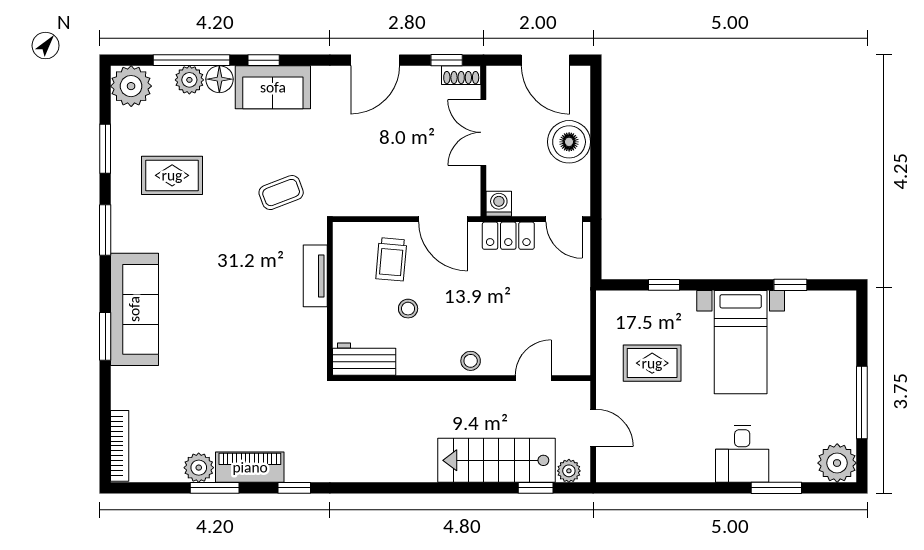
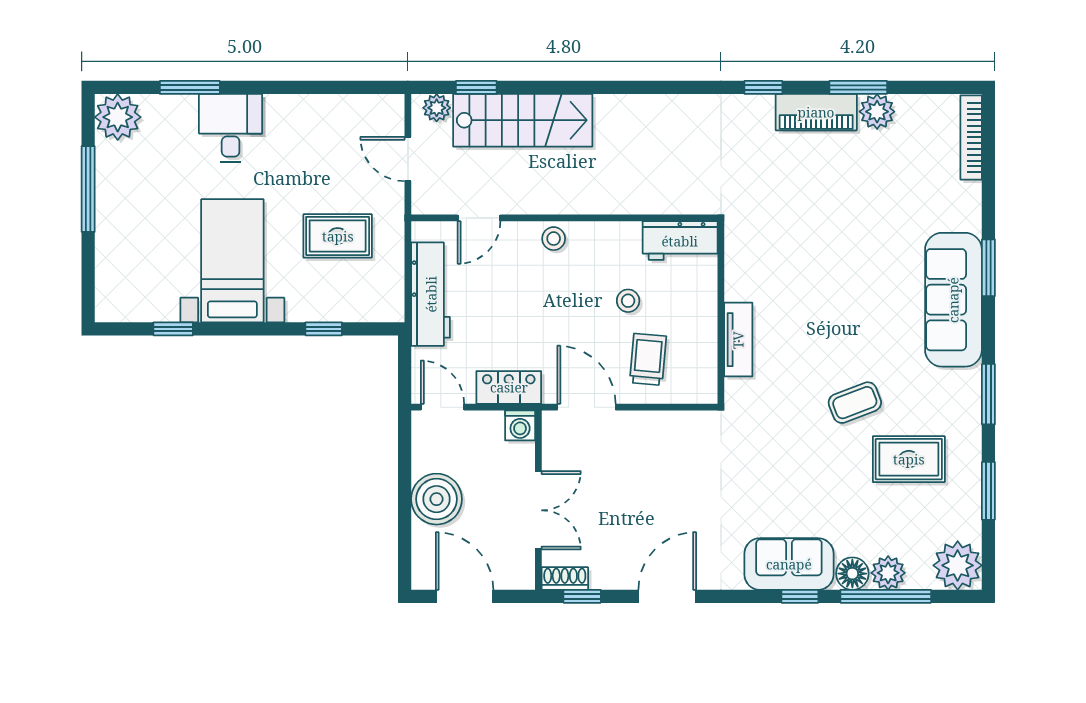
coffee table: (281, 193) -> (855, 403), moved
workbench: (574, 314) -> (431, 294), added

